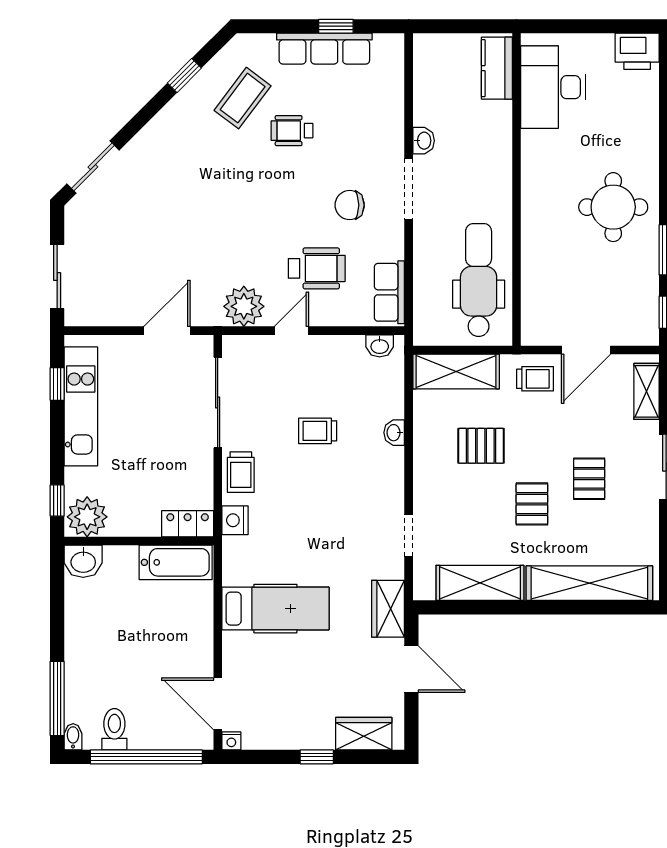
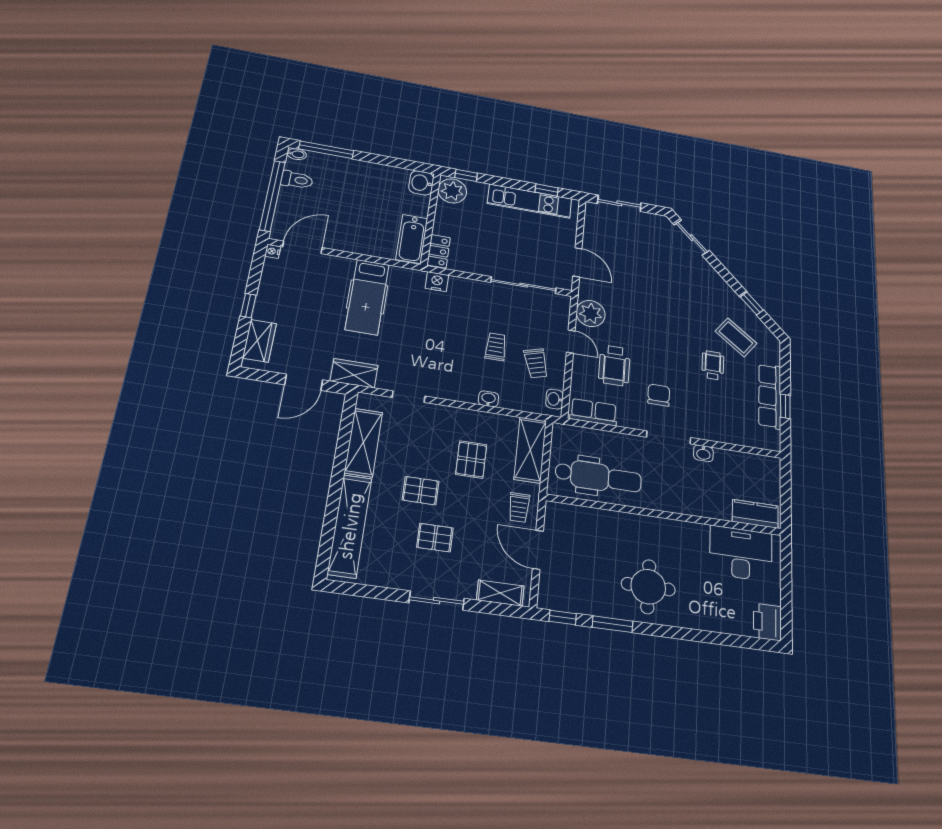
trolley: (241, 472) -> (536, 363), moved, turned -106

